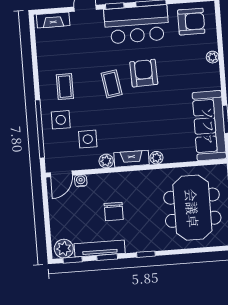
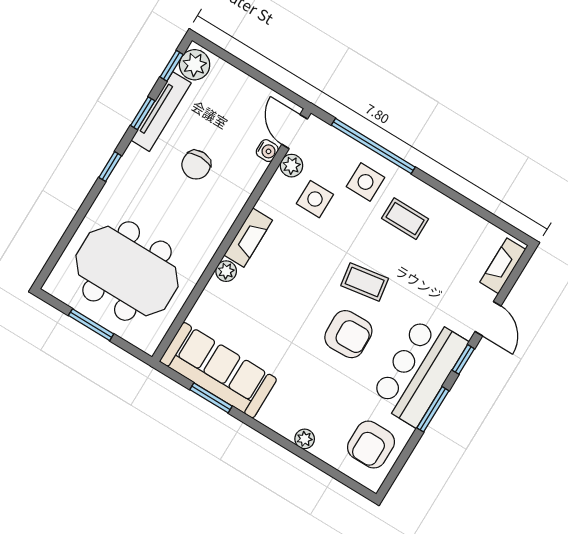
plant: (106, 161) -> (292, 166), moved
chair: (114, 211) -> (196, 165), turned -90

